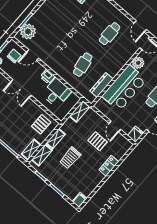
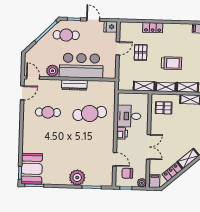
plant: (28, 32) -> (77, 178), moved
cafe table: (83, 65) -> (90, 113), width x1.37, depth x1.35
dresser: (102, 85) -> (74, 85), moved
shelving: (80, 111) -> (144, 86), moved

